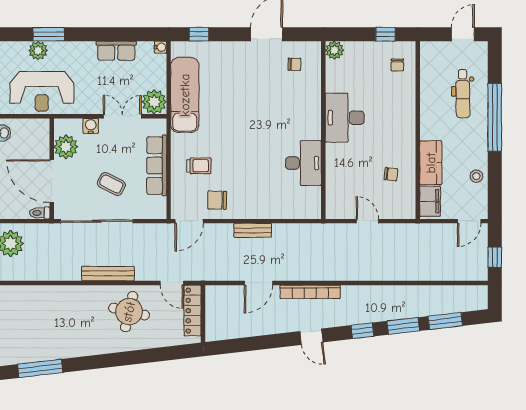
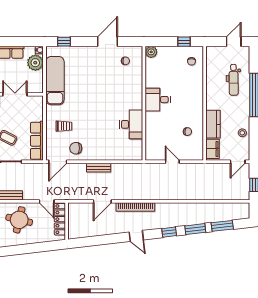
plant: (154, 102) -> (35, 63), moved
desk: (345, 118) -> (158, 100), width x0.73
row of seats: (157, 165) -> (37, 141), moved

